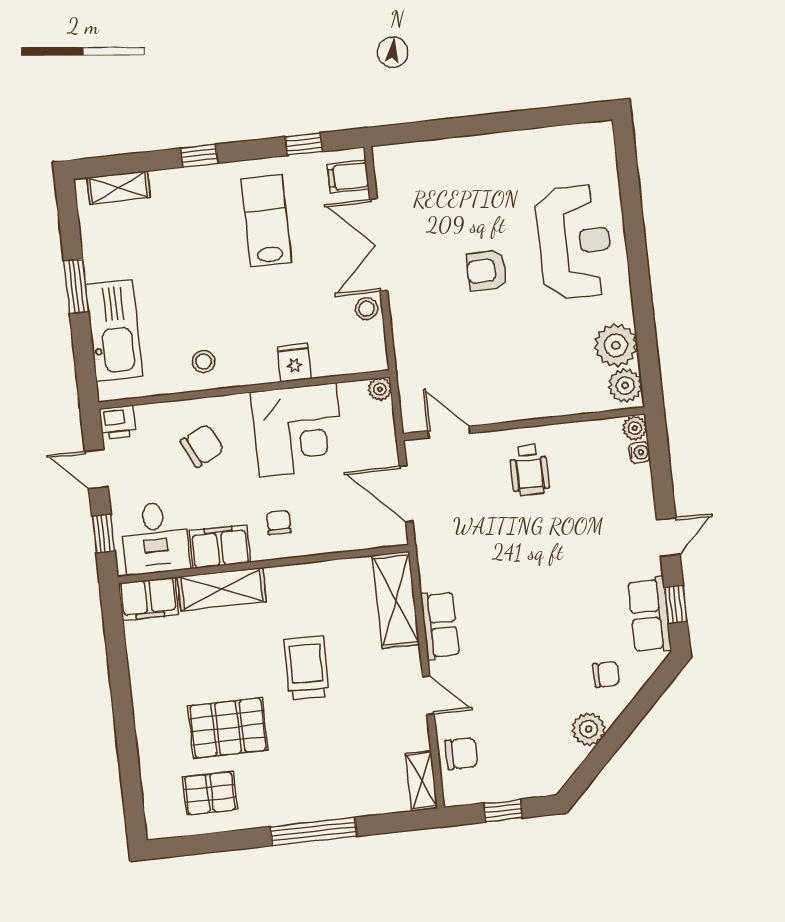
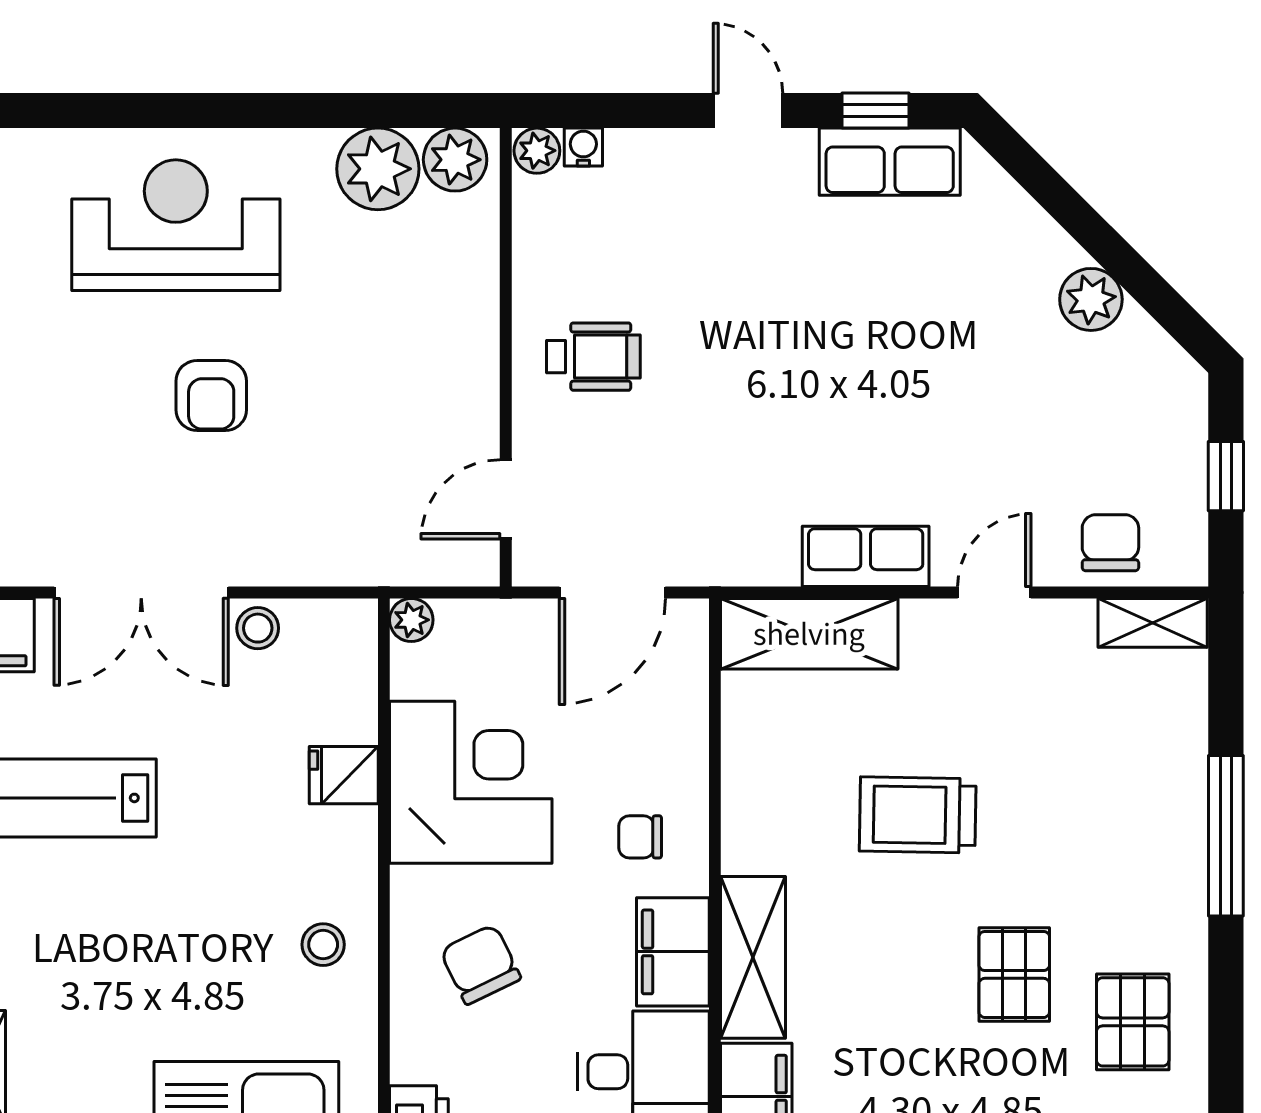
chair: (606, 675) -> (992, 255), removed
pallet: (228, 728) -> (1014, 974), width x0.67, depth x0.71

